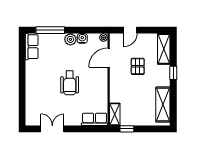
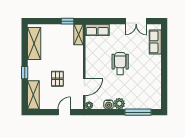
row of seats: (32, 47) -> (155, 42), moved

